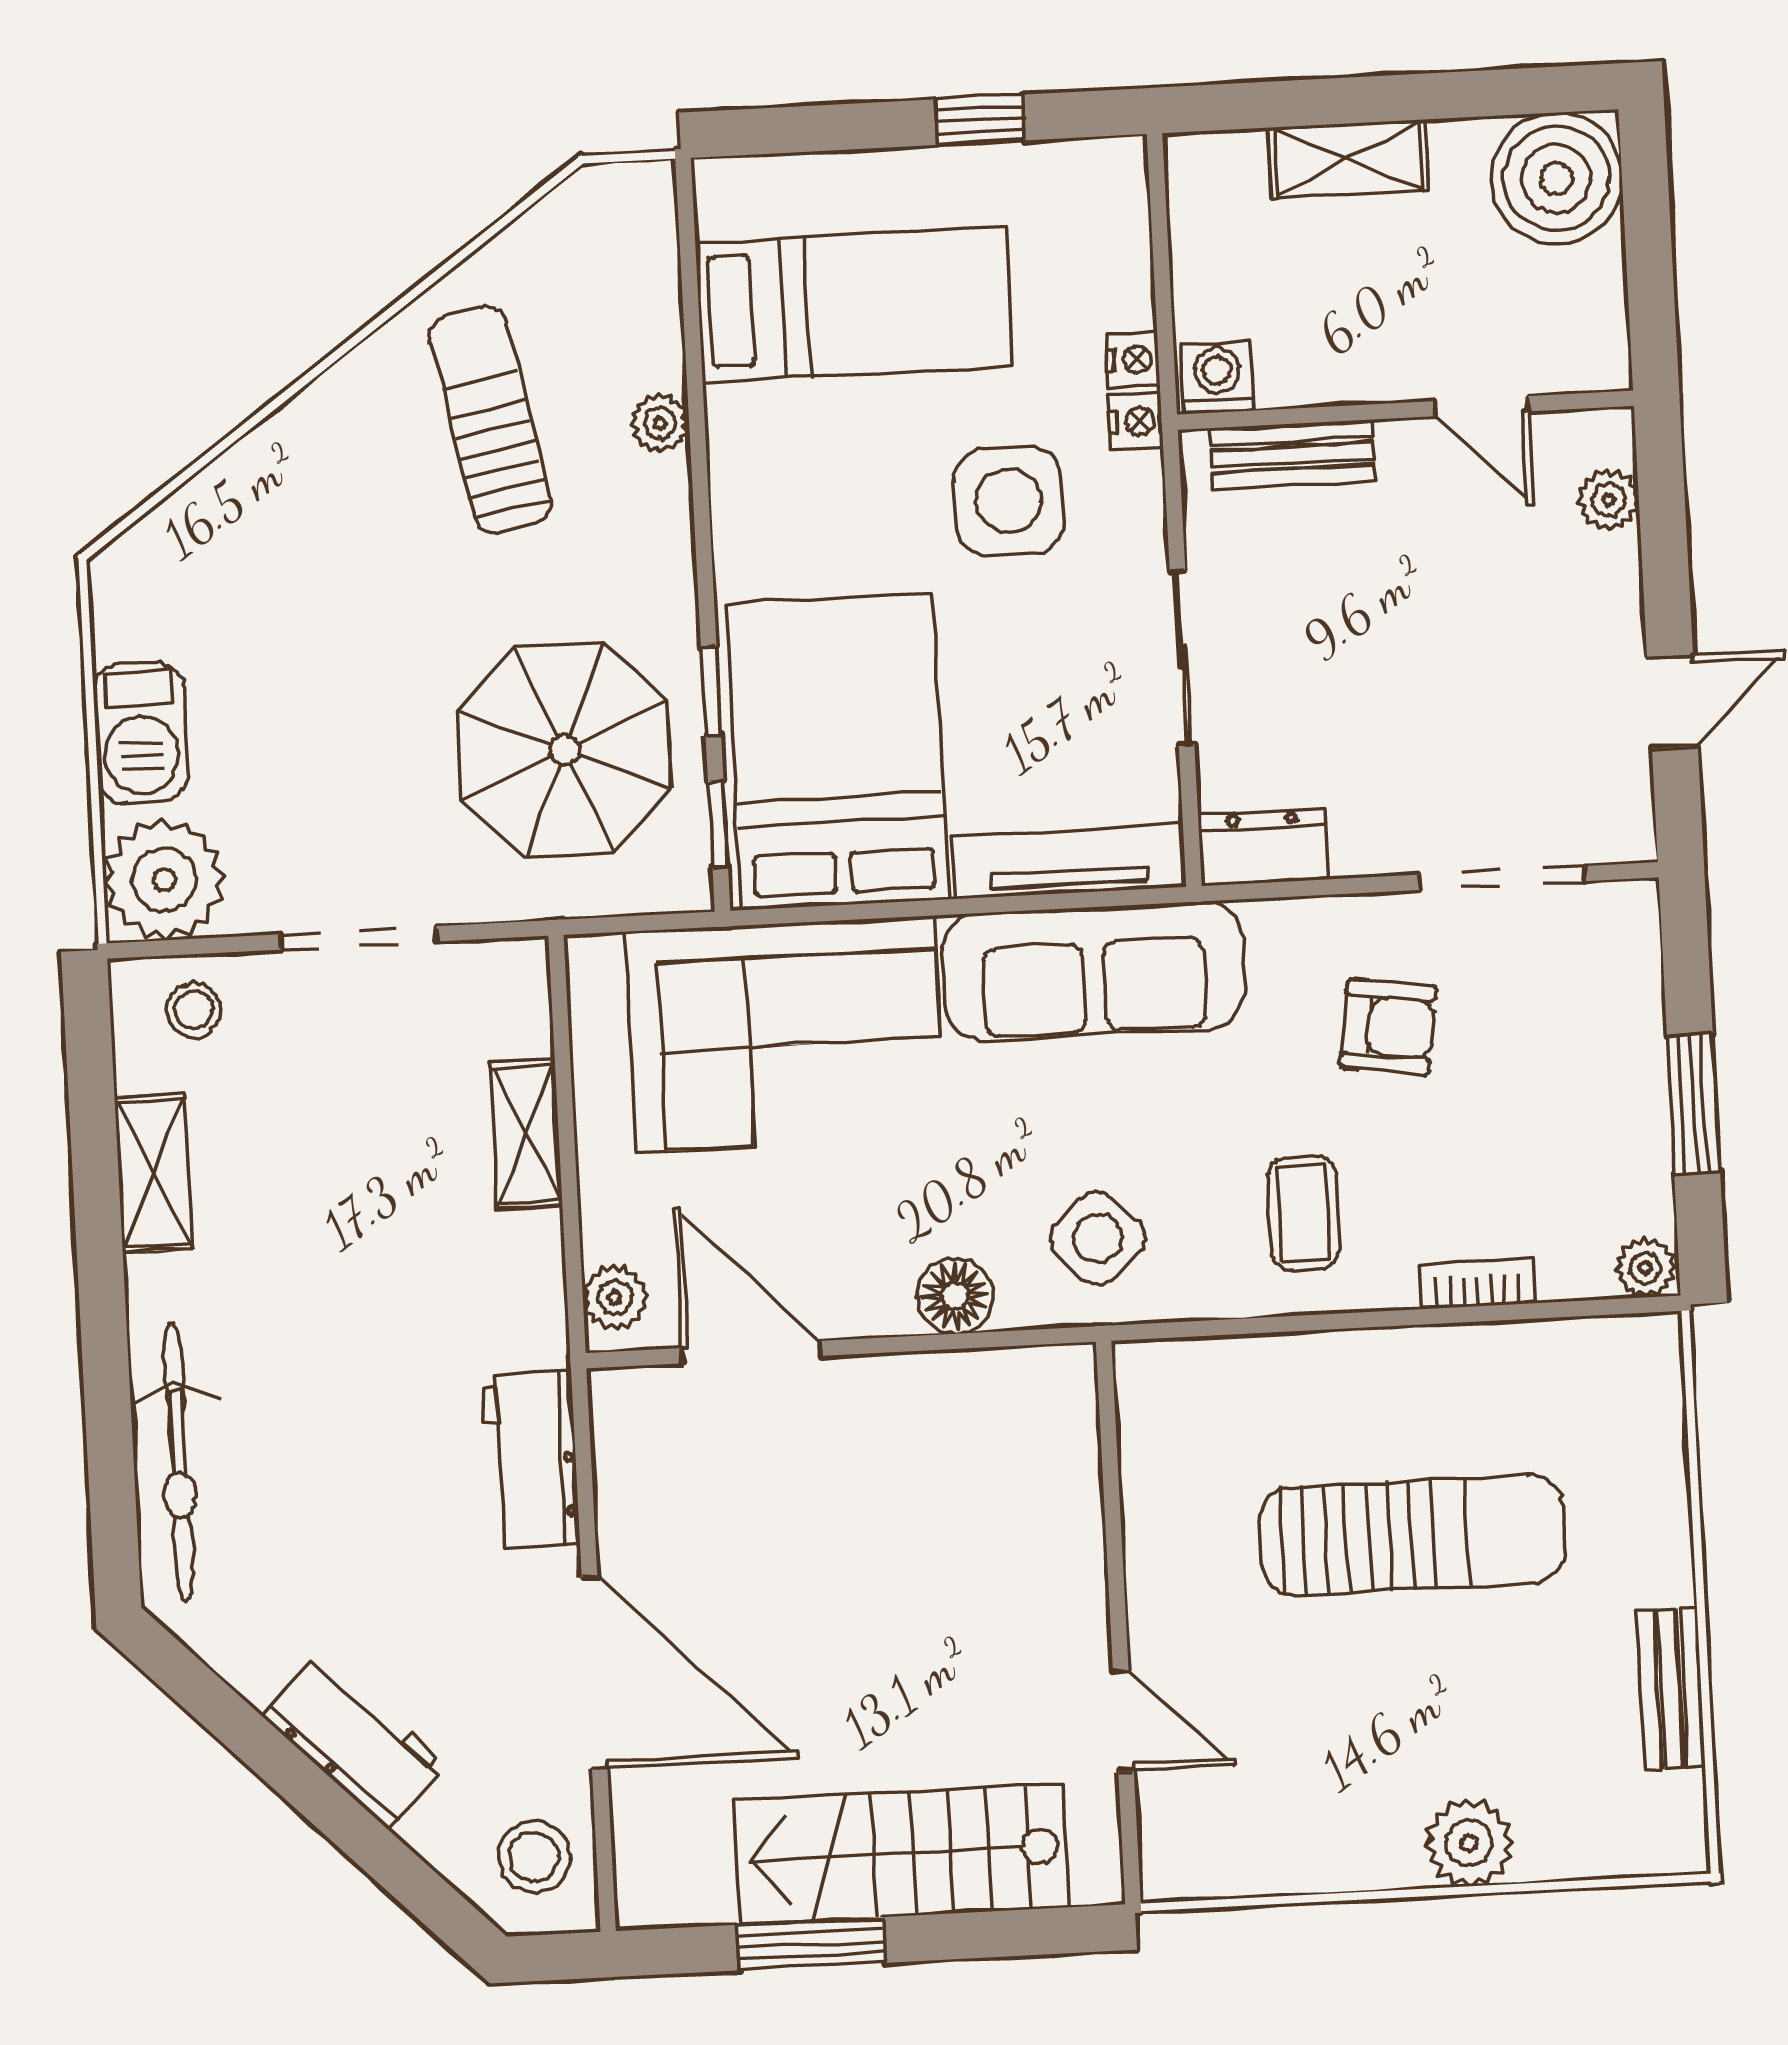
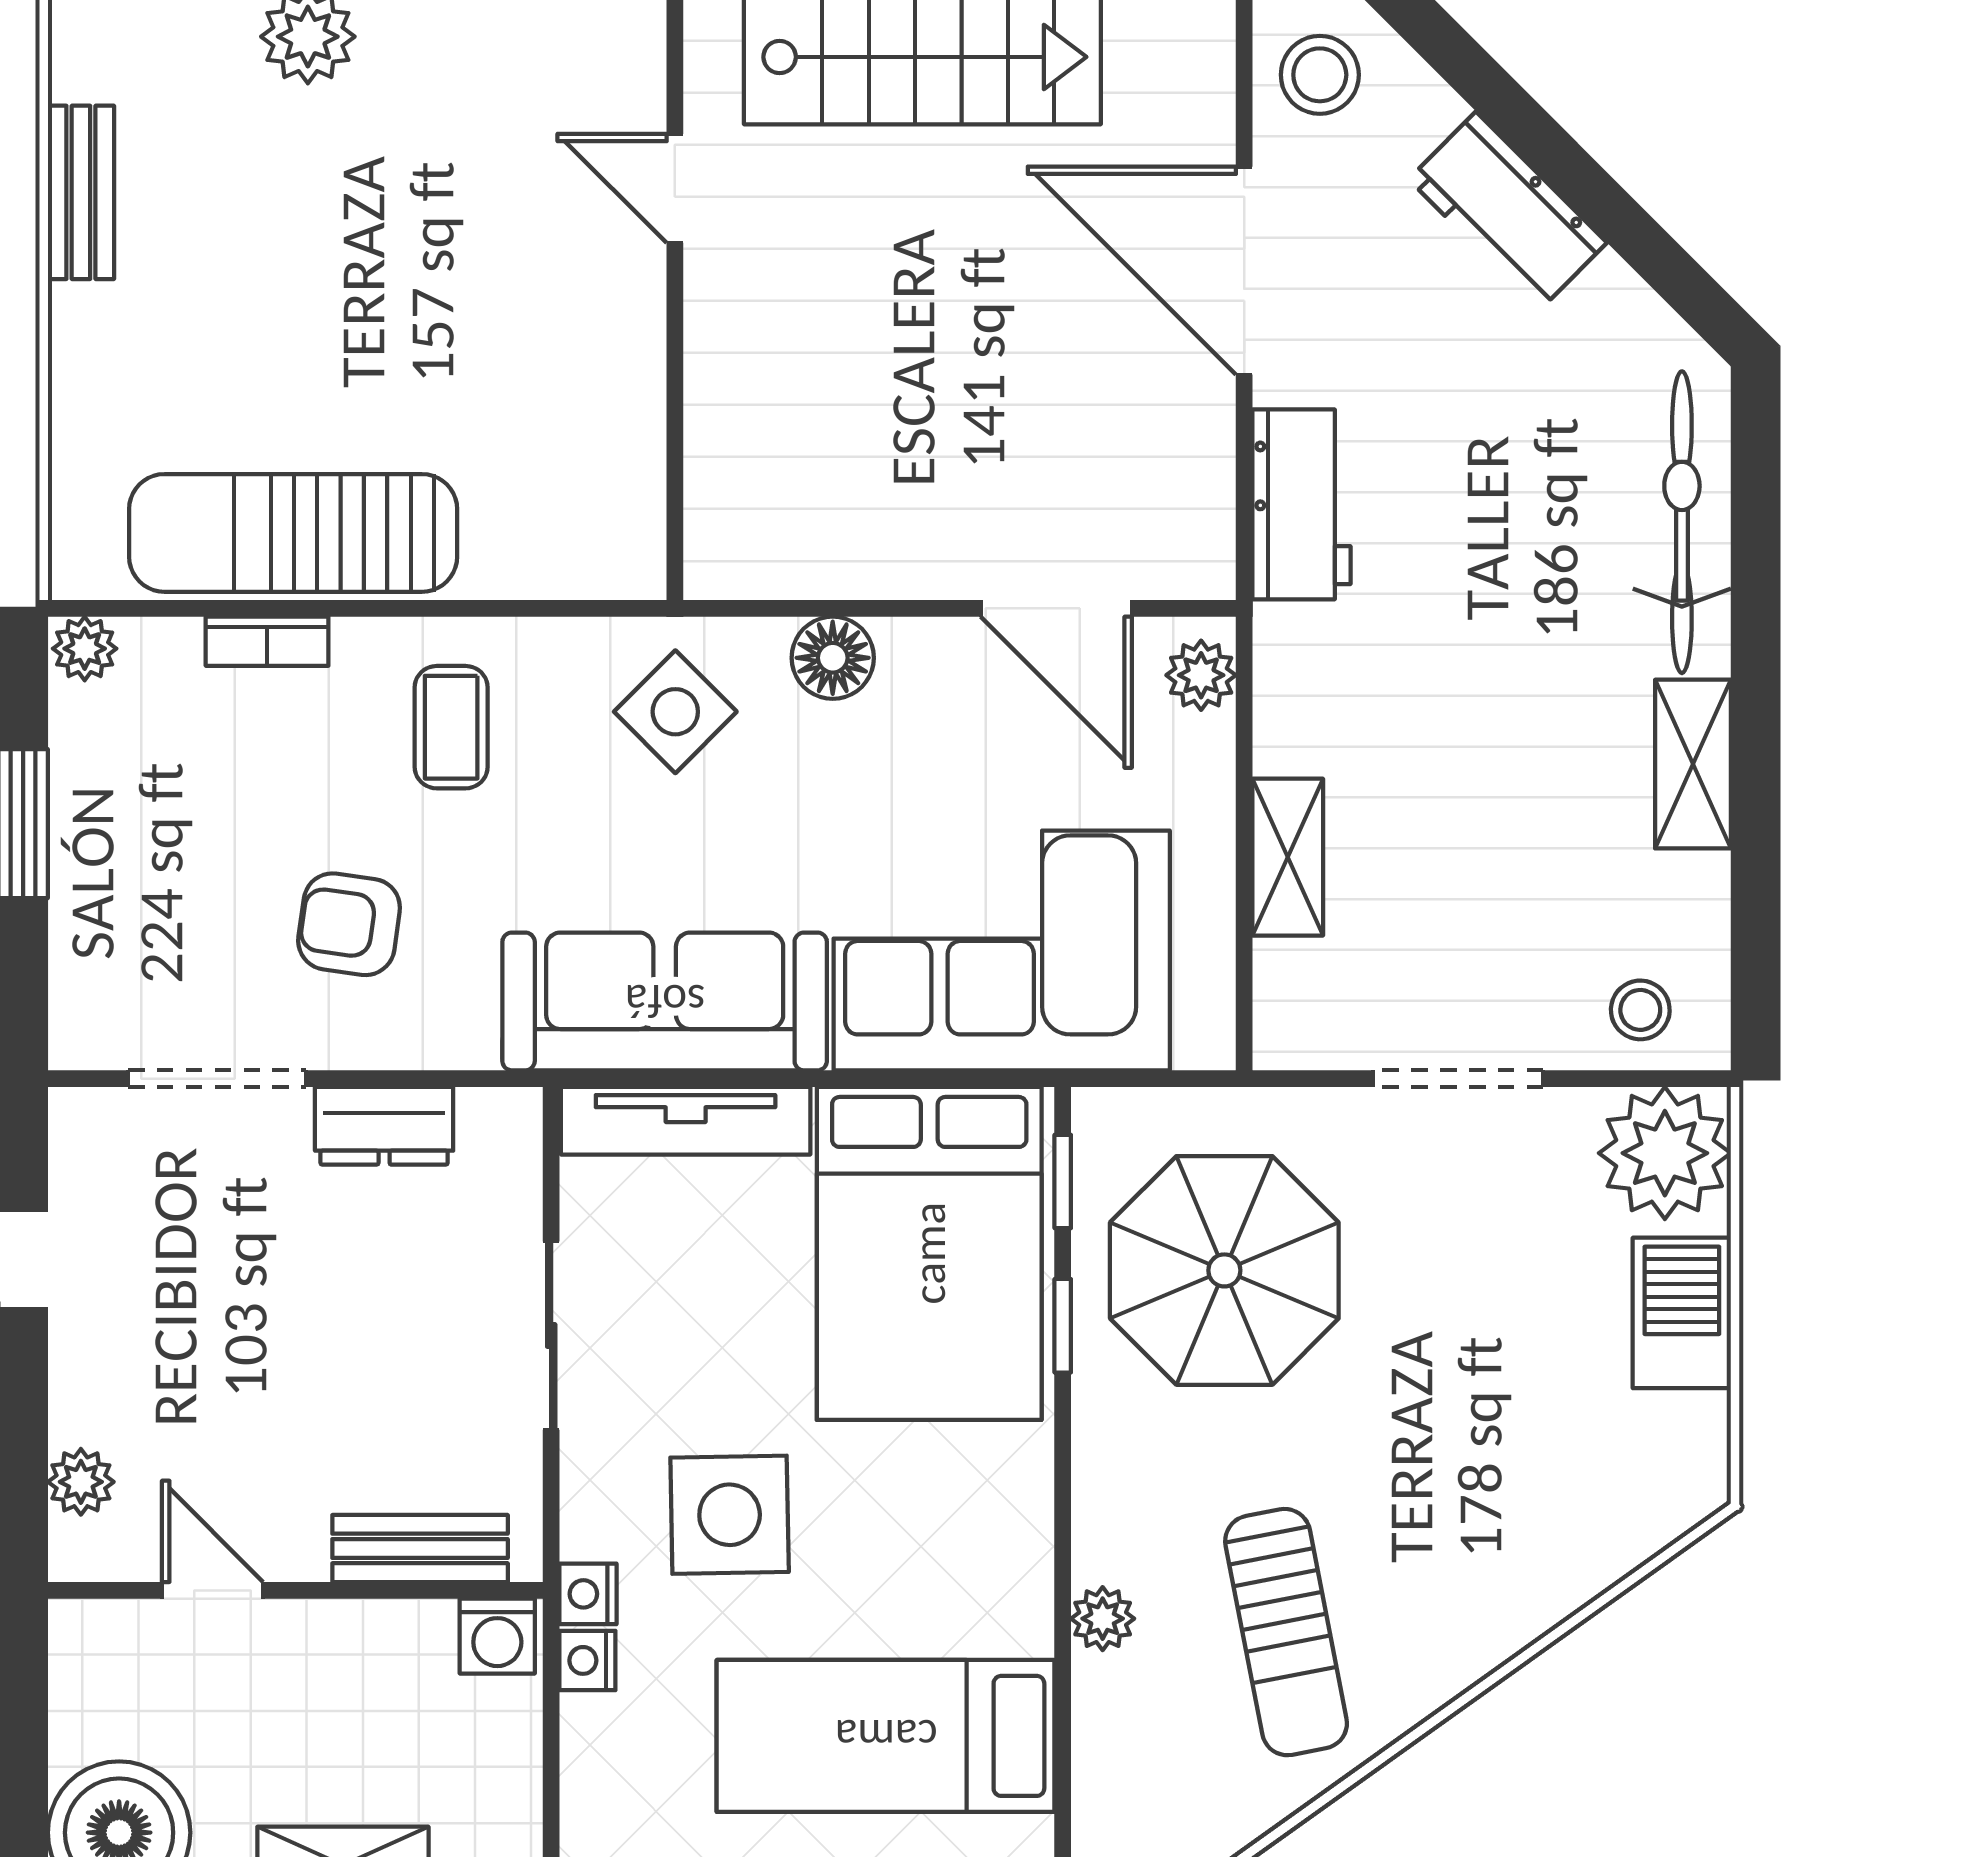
dresser: (1263, 847) -> (384, 1126), moved
shelving: (154, 1173) -> (1693, 764), moved
sun lounger: (1412, 1535) -> (293, 533), moved

